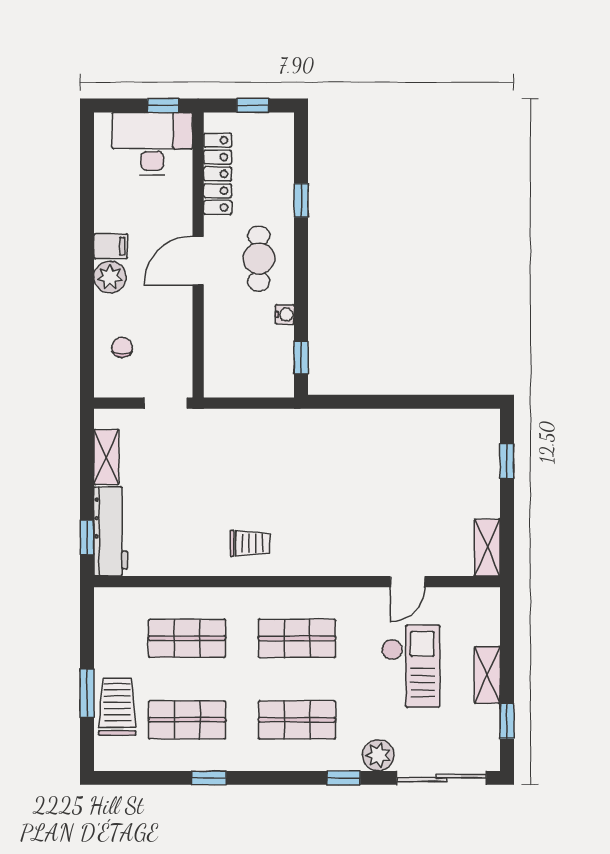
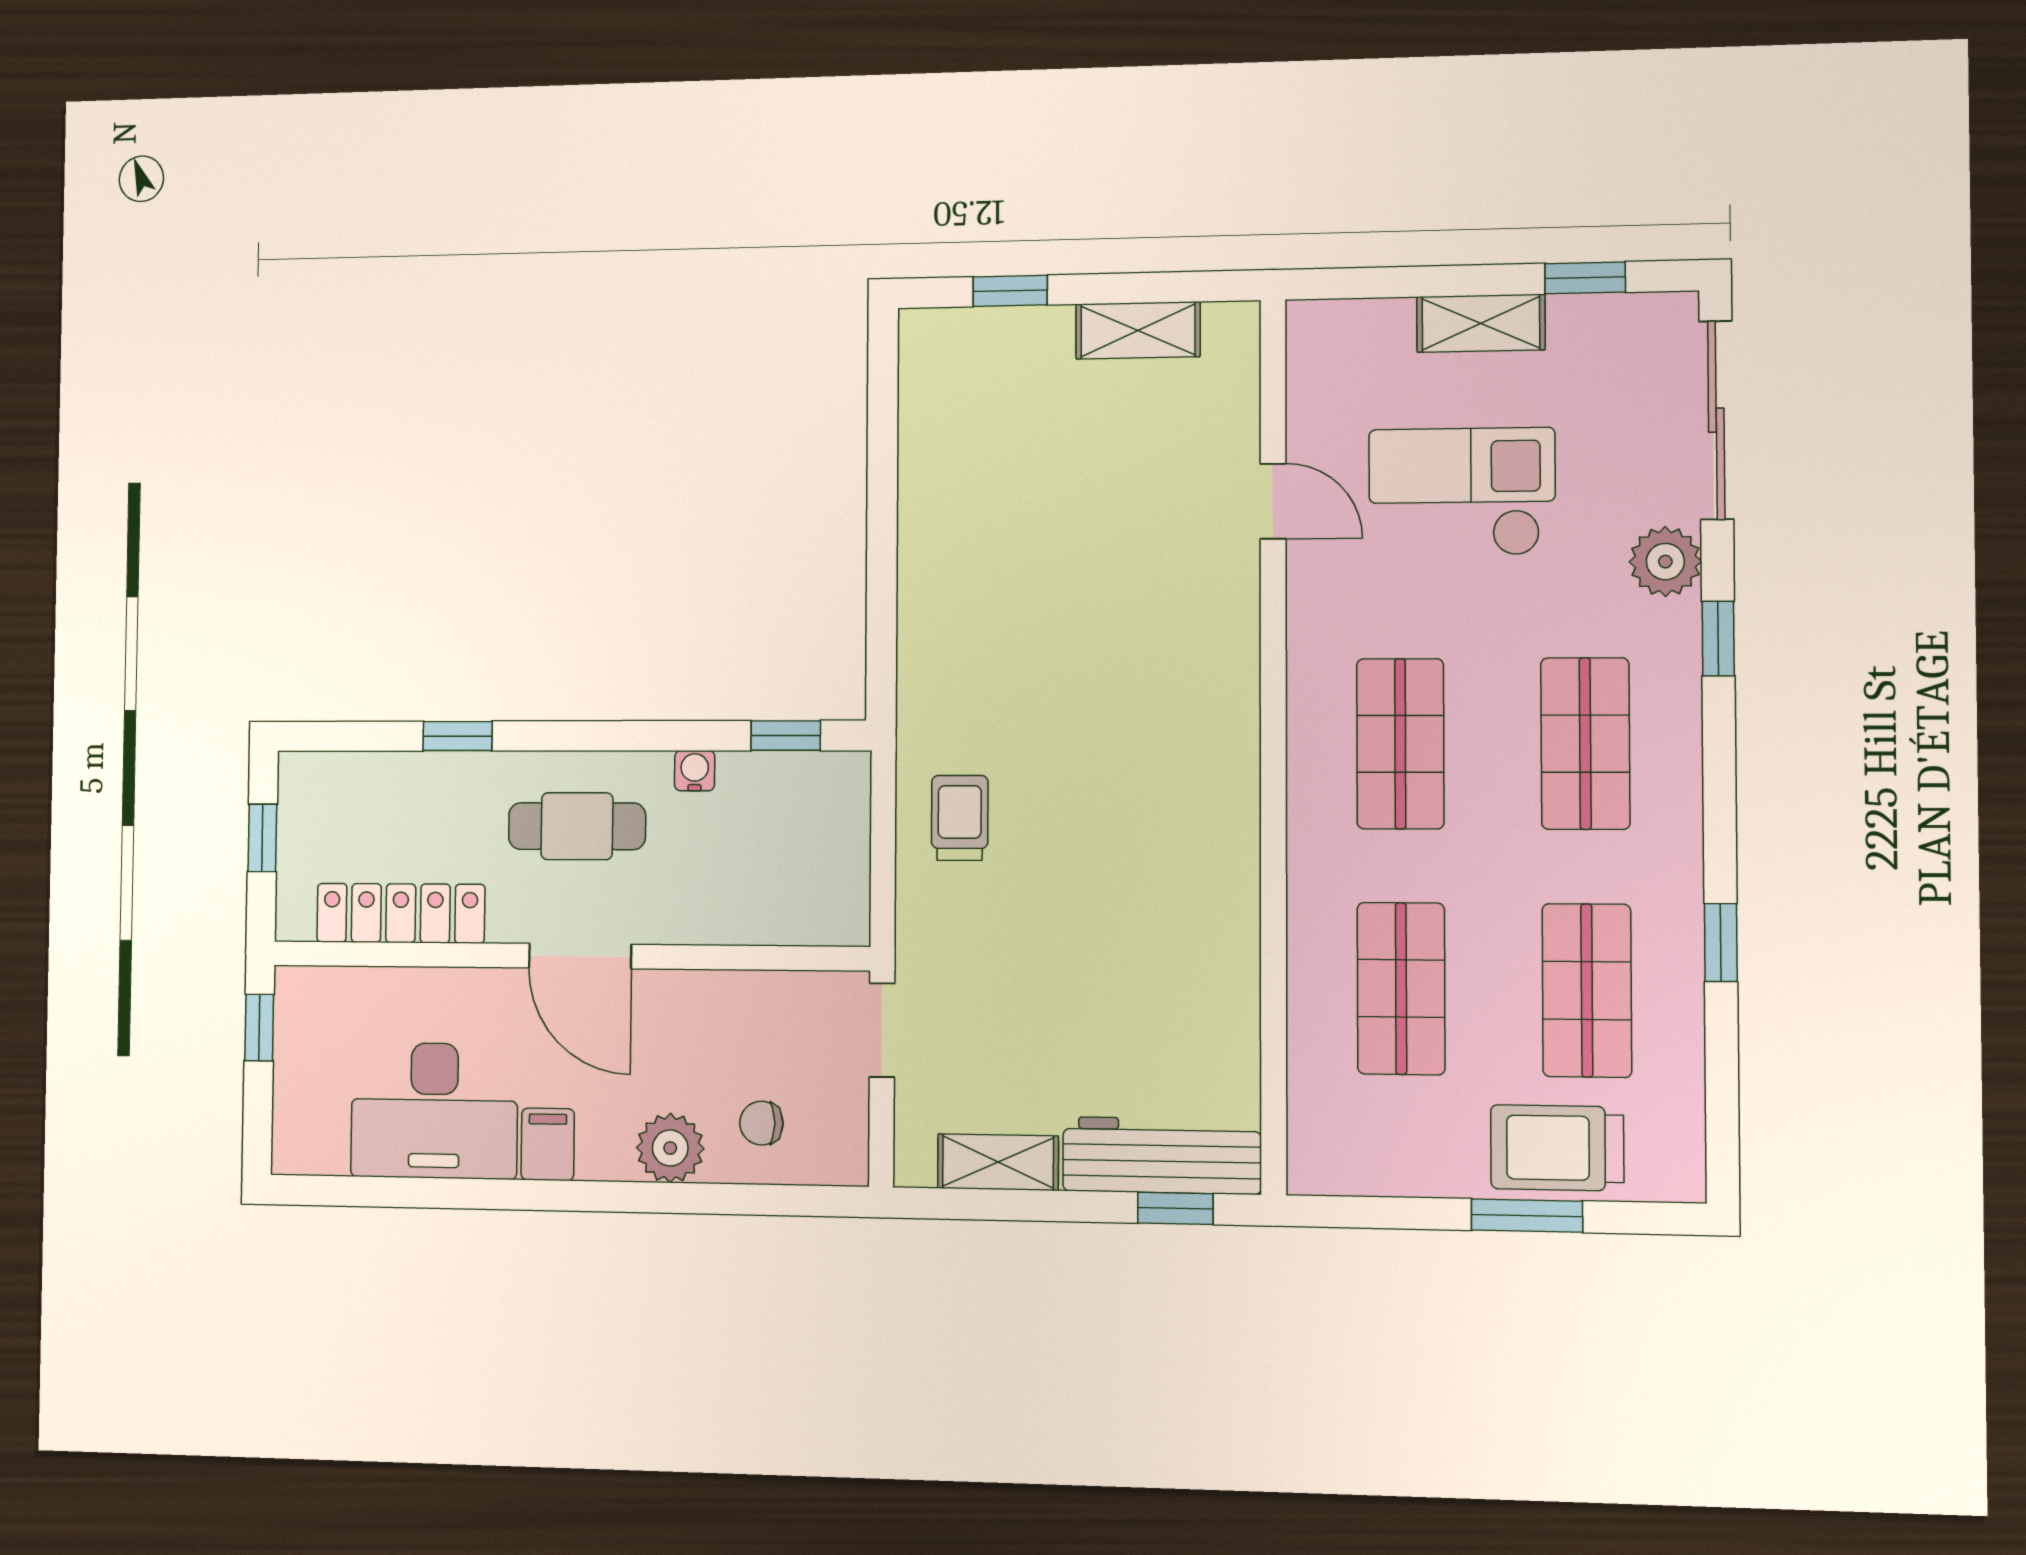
desk: (152, 144) -> (434, 1111), moved, turned -90
plant: (110, 277) -> (670, 1148), moved
trolley: (250, 543) -> (960, 818), moved
shelving: (487, 548) -> (1138, 330), moved

